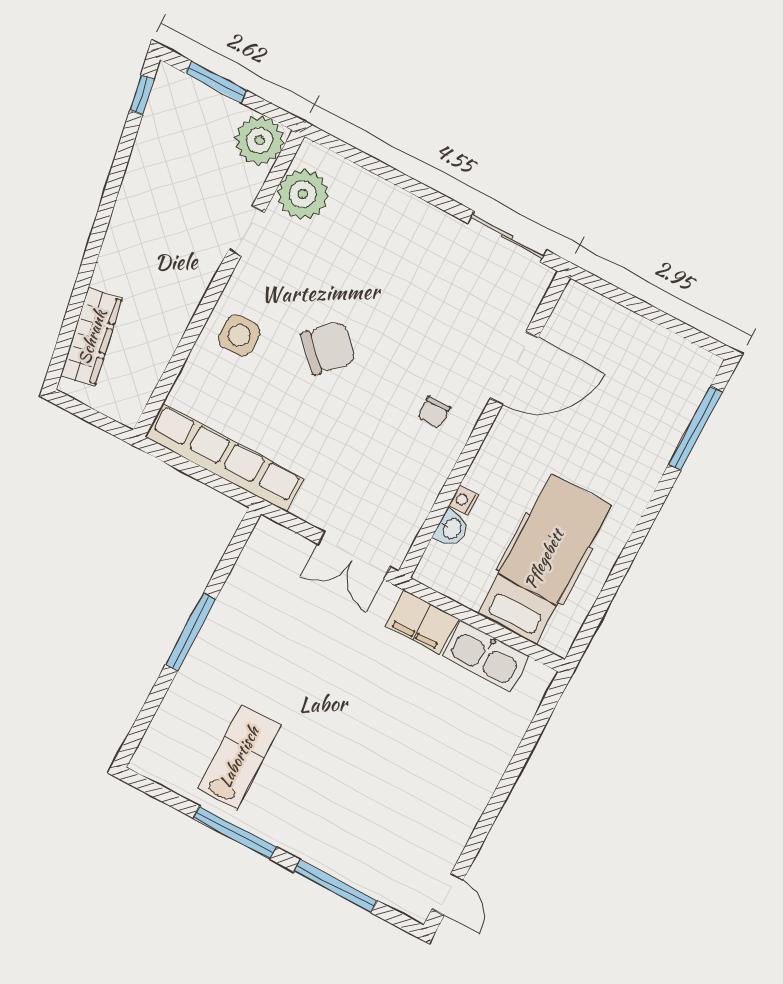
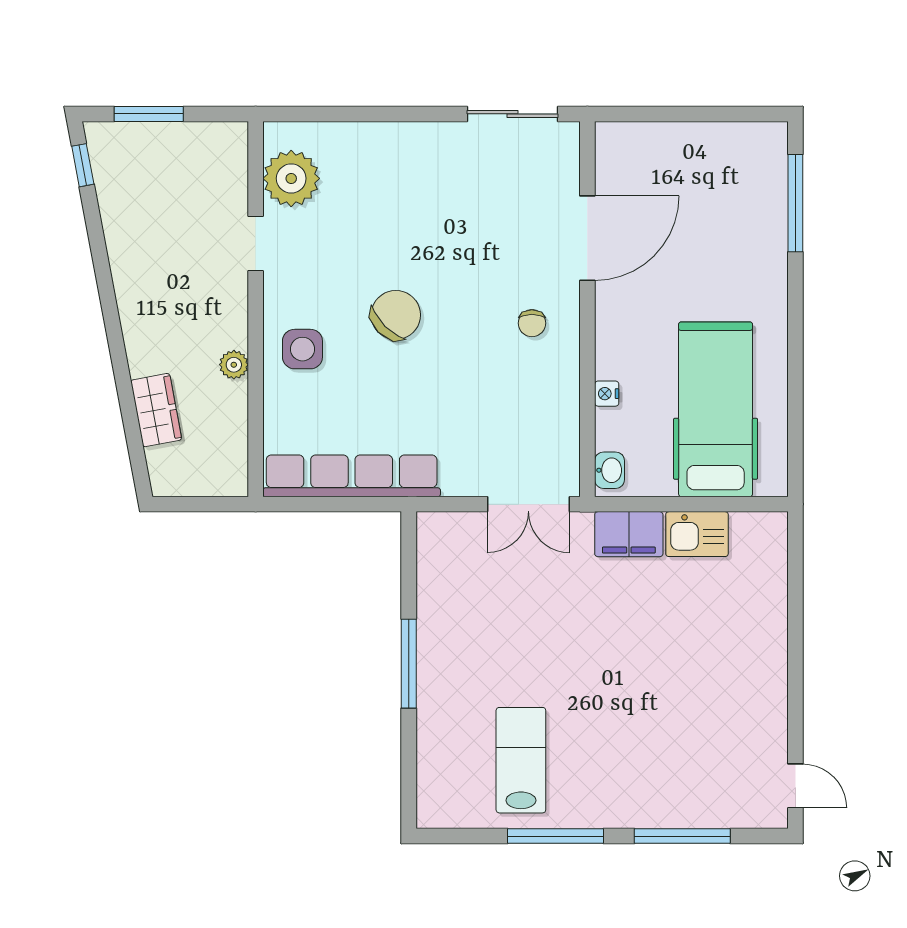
plant: (259, 140) -> (234, 365), moved, width x0.53, depth x0.53
wardrobe: (92, 337) -> (156, 410), width x0.67
washbasin: (451, 529) -> (610, 470), moved
kitchen sink: (485, 656) -> (697, 534), width x0.73

